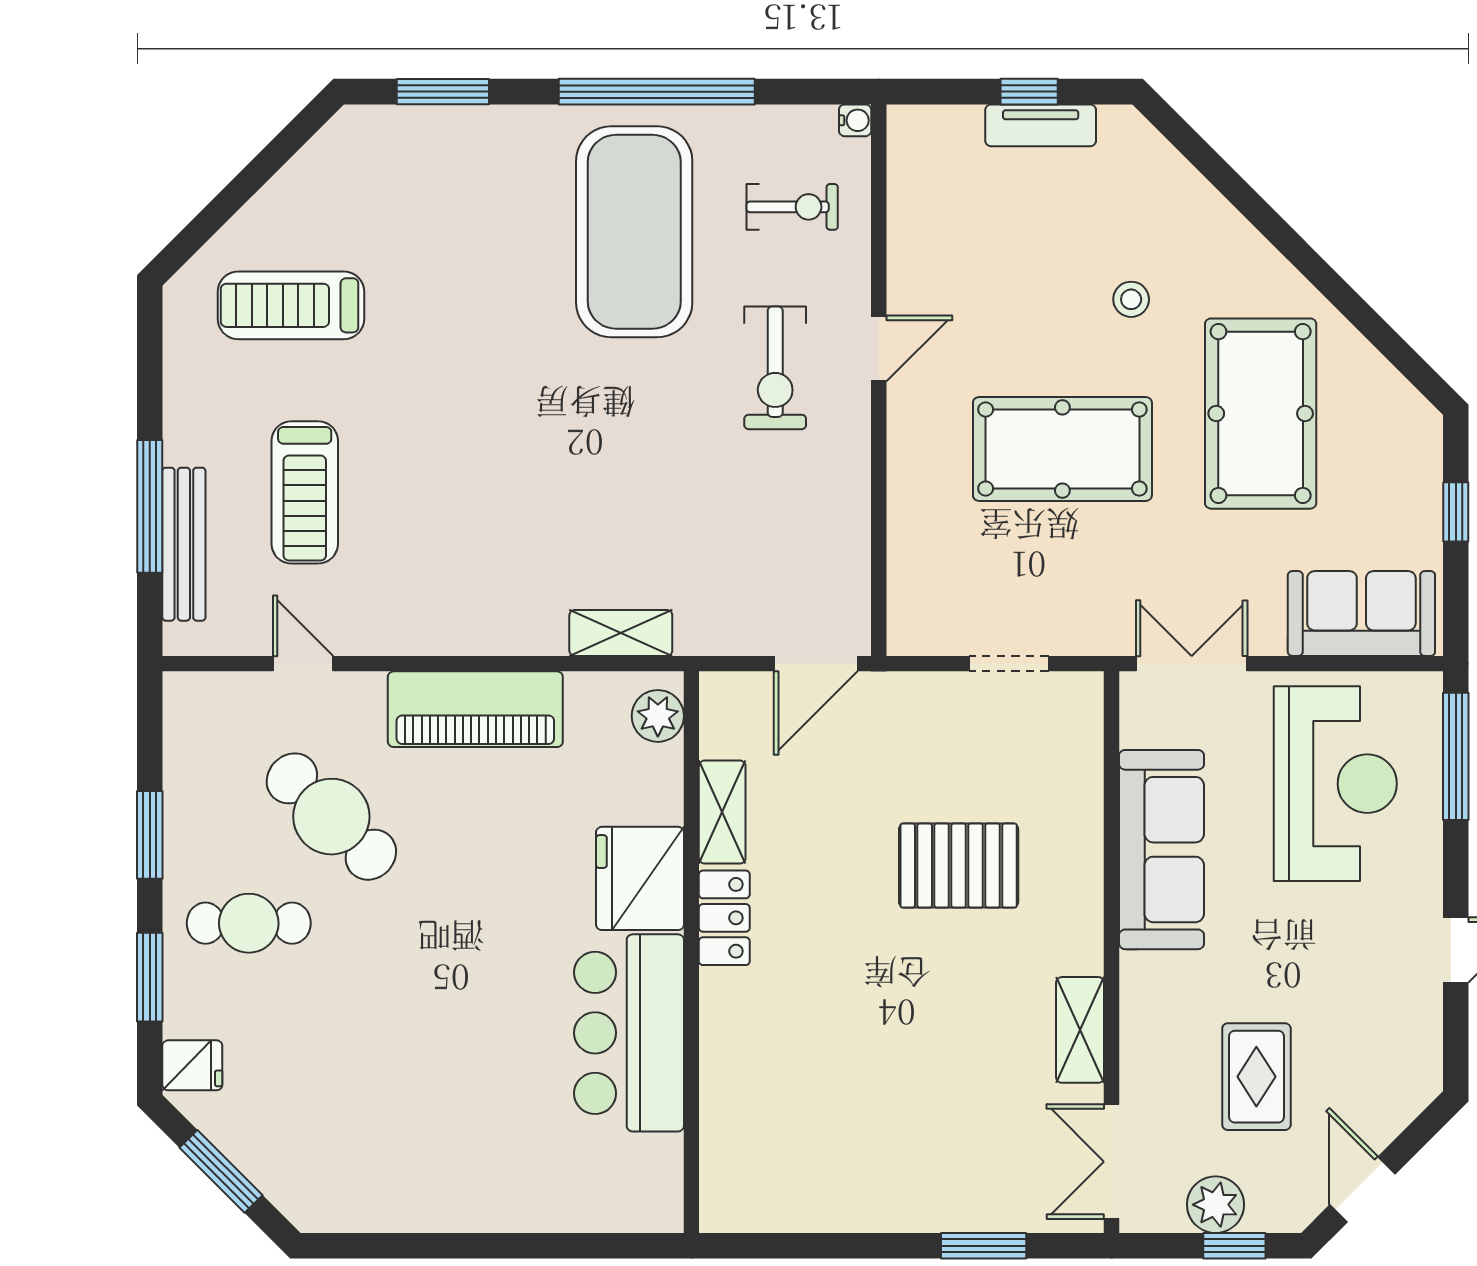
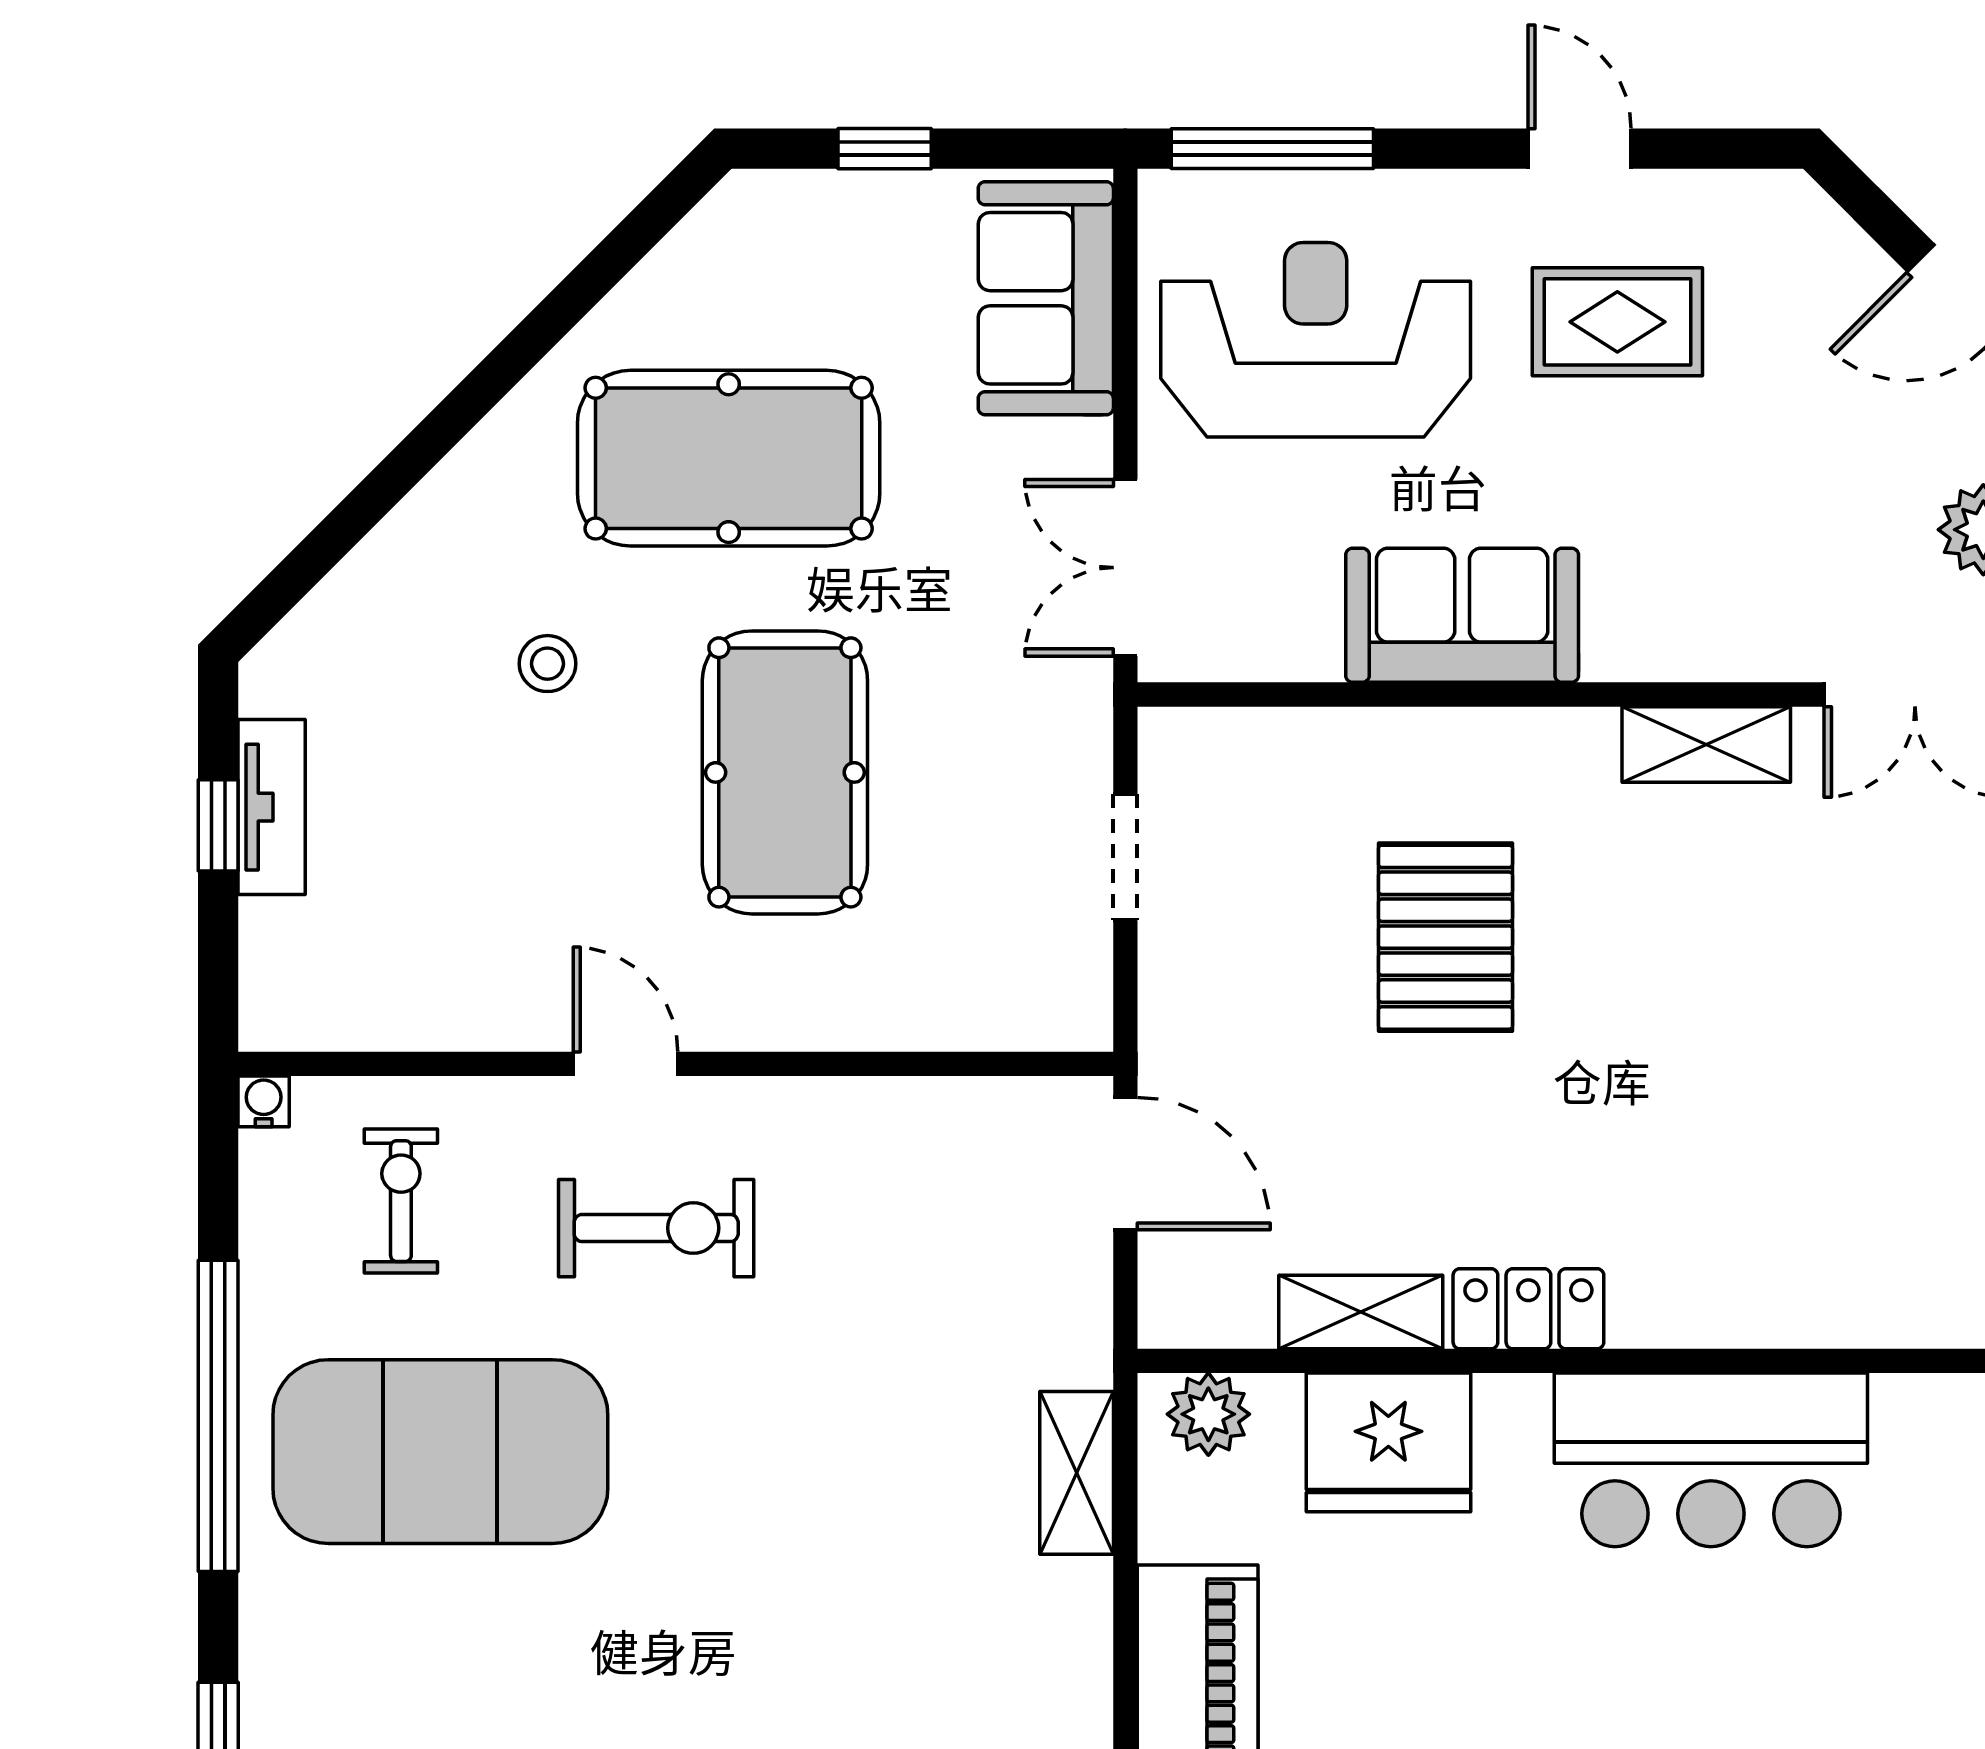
sofa: (1162, 850) -> (1462, 615), width x0.73
fridge: (640, 878) -> (1388, 1442), moved
rug: (1256, 1077) -> (1617, 322), moved

